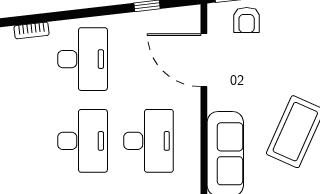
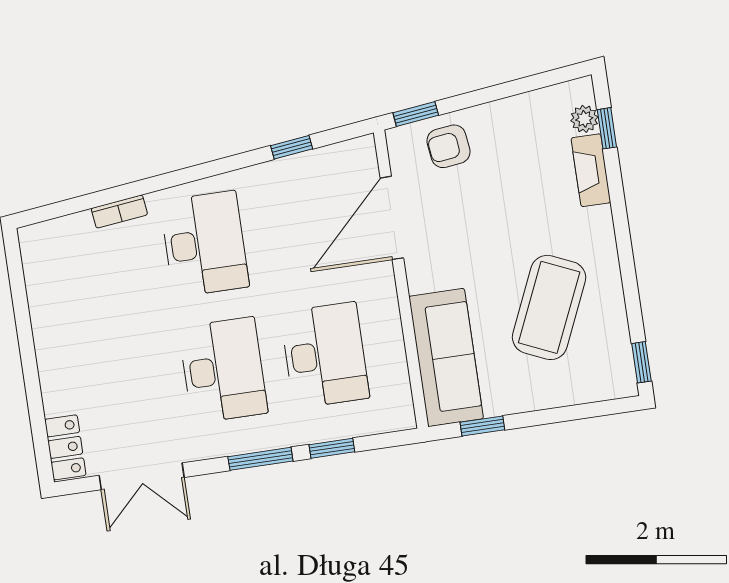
armchair: (247, 20) -> (448, 146), turned 83
door: (204, 60) -> (392, 218), hinge flipped

